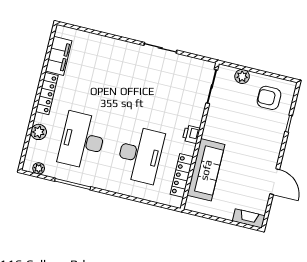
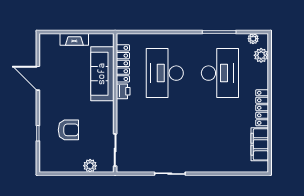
armchair: (269, 98) -> (68, 130), moved
plant: (39, 132) -> (261, 55), moved
printer: (191, 134) -> (123, 91), moved
fireplace: (249, 218) -> (74, 39), moved

